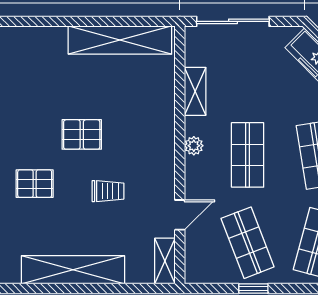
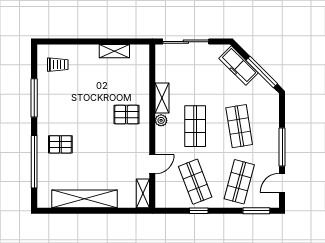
shelving: (120, 40) -> (114, 51), width x0.45, depth x0.75
shelving: (195, 91) -> (162, 98), moved
pallet: (82, 134) -> (126, 115), moved
trolley: (108, 191) -> (58, 65), moved

